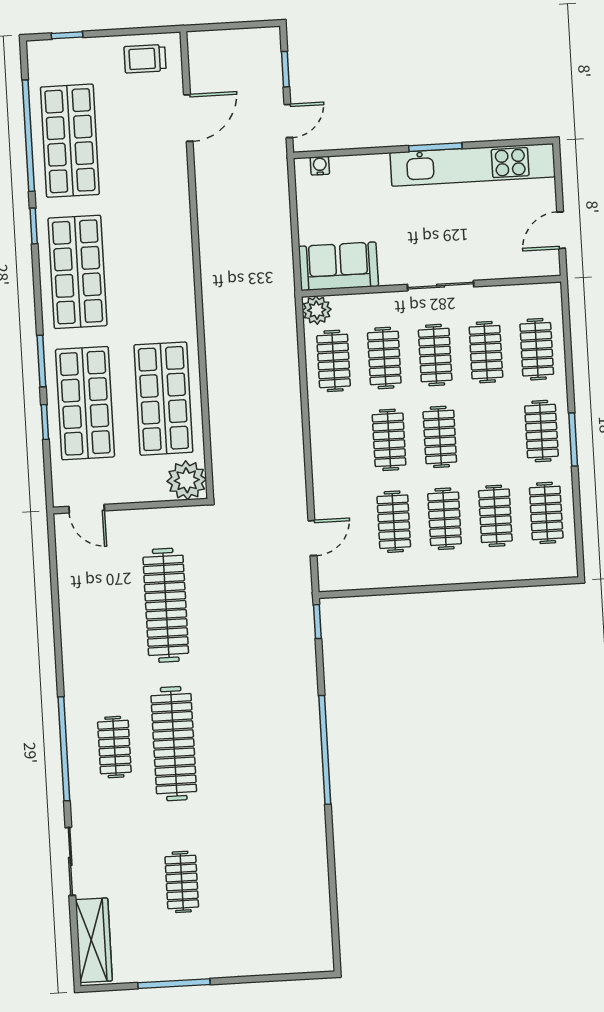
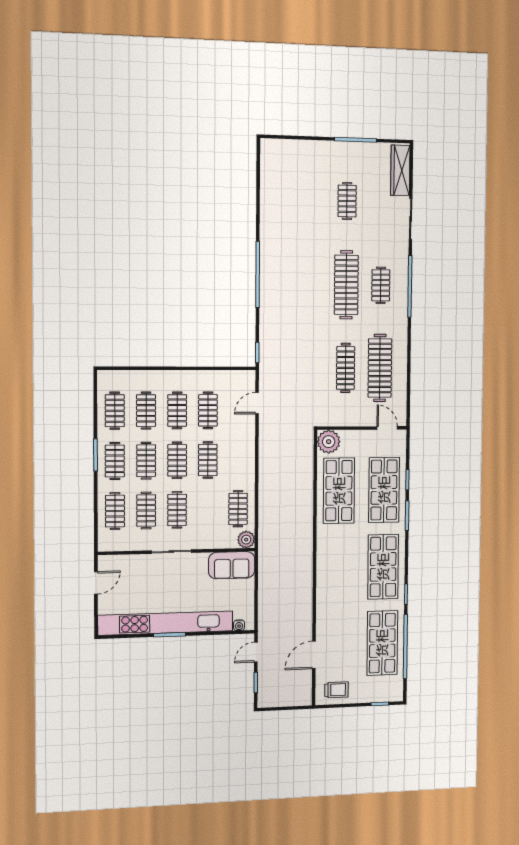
kitchen unit: (473, 165) -> (166, 623), width x1.36
clothes rail: (384, 358) -> (146, 461), moved
clothes rail: (166, 605) -> (346, 368), width x0.73, depth x0.76
clothes rail: (106, 609) -> (380, 368), added

